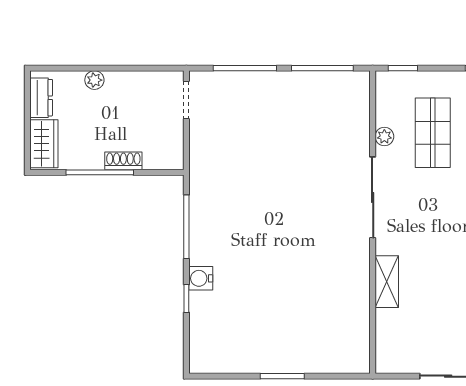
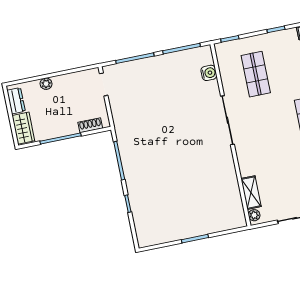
plant: (384, 136) -> (254, 215), moved
shoe rack: (123, 161) -> (90, 125), moved
water cooler: (201, 278) -> (209, 73), moved, turned 180
shelving: (387, 282) -> (251, 193), moved

